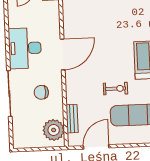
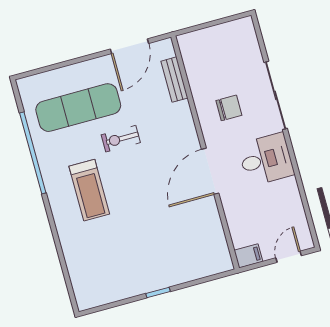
desk: (25, 48) -> (266, 159), width x0.73
plant: (54, 130) -> (198, 57), removed

